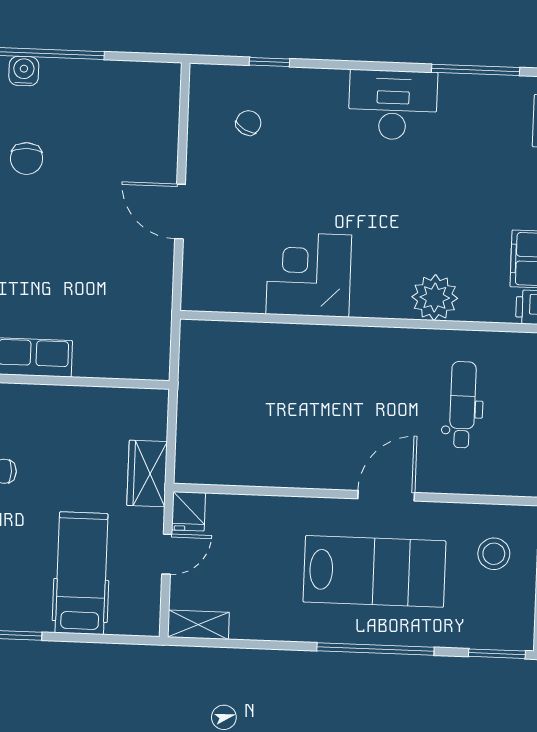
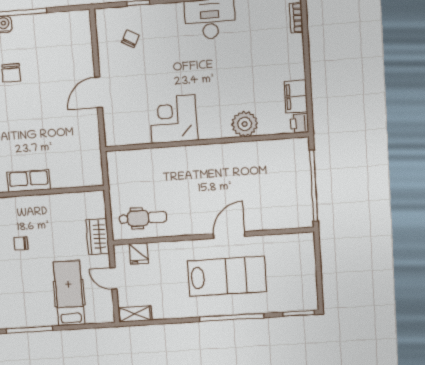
door: (180, 212) -> (99, 92), hinge flipped
dental chair: (463, 405) -> (143, 218), moved, turned 90
fridge: (189, 511) -> (139, 253), moved
door: (167, 554) -> (114, 278), swing flipped
stool: (494, 554) -> (291, 260), removed

